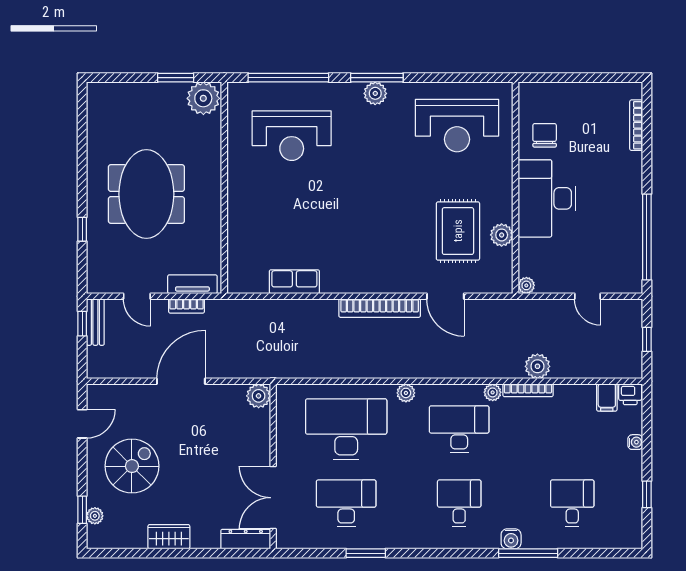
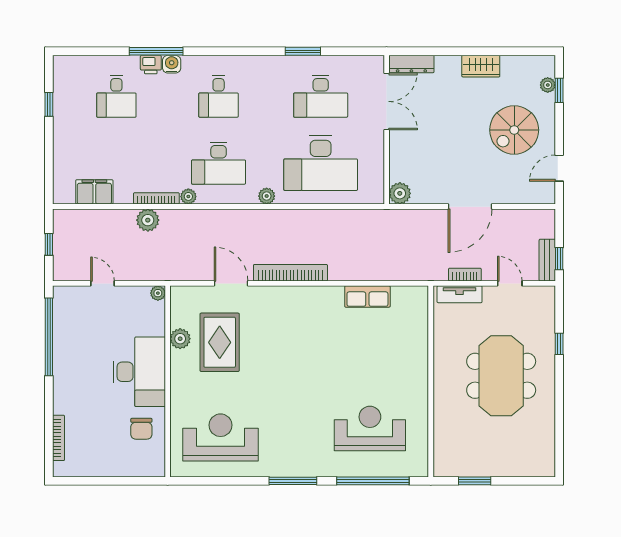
plant: (375, 93) -> (294, 467), removed
plant: (203, 98) -> (450, 462), removed
printer: (630, 394) -> (151, 65), moved, turned 180
filing cabinet: (607, 397) -> (94, 192), width x2.00
water cooler: (635, 442) -> (59, 152), removed

